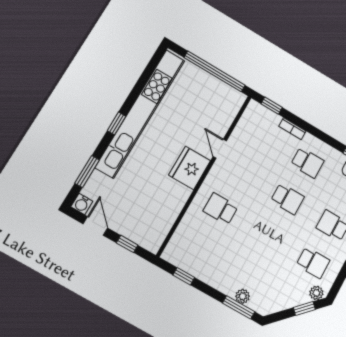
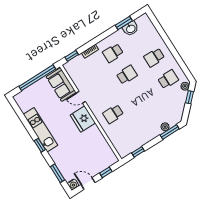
sofa: (223, 111) -> (61, 85), added
kitchen unit: (140, 113) -> (41, 130), width x0.54
school desk: (307, 163) -> (113, 53), turned 180

